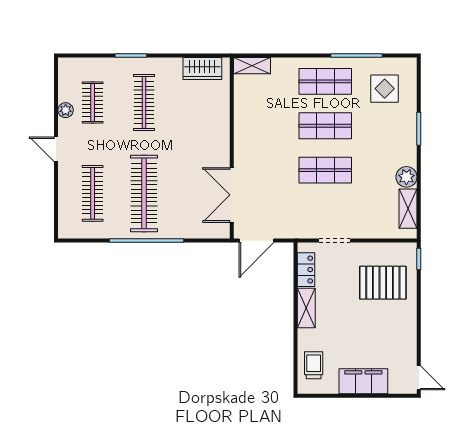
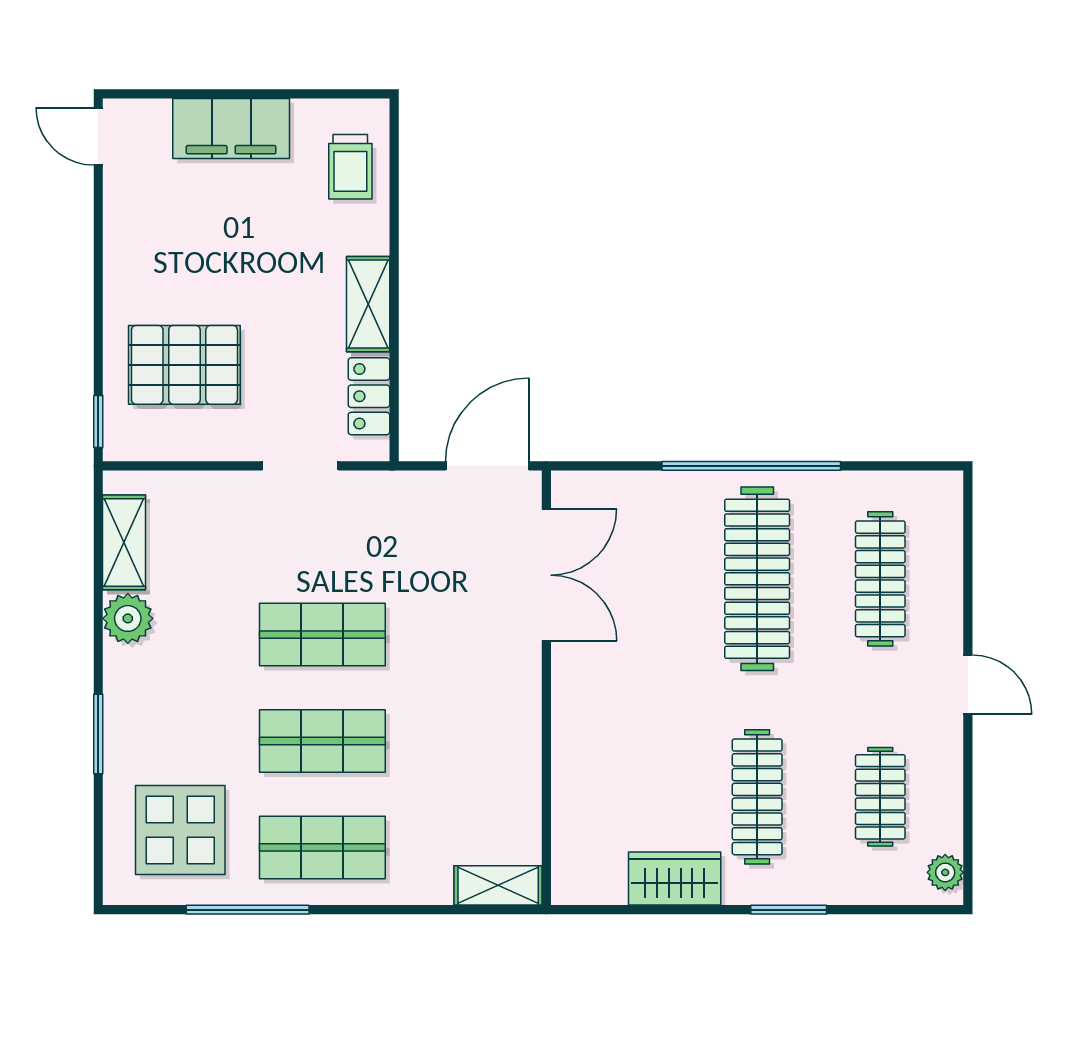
wardrobe: (202, 68) -> (675, 878), moved
display table: (385, 89) -> (180, 830), width x1.36, depth x1.36
plant: (66, 110) -> (945, 872), moved

